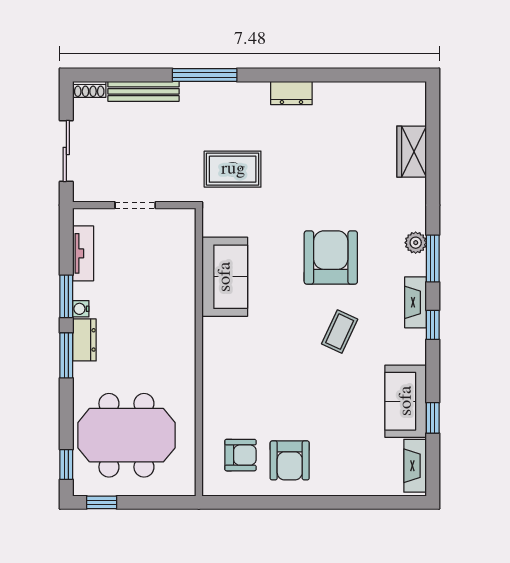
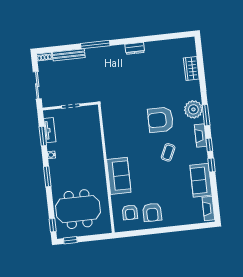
rug: (233, 169) -> (112, 85), removed
plant: (416, 243) -> (193, 109), width x1.87, depth x1.87
armchair: (331, 258) -> (160, 120), turned -90
sofa: (225, 277) -> (119, 176), moved
window: (66, 296) -> (43, 136), moved
dresser: (84, 340) -> (55, 169), removed
window: (433, 418) -> (212, 165), moved
armchair: (240, 455) -> (130, 212), turned 90

